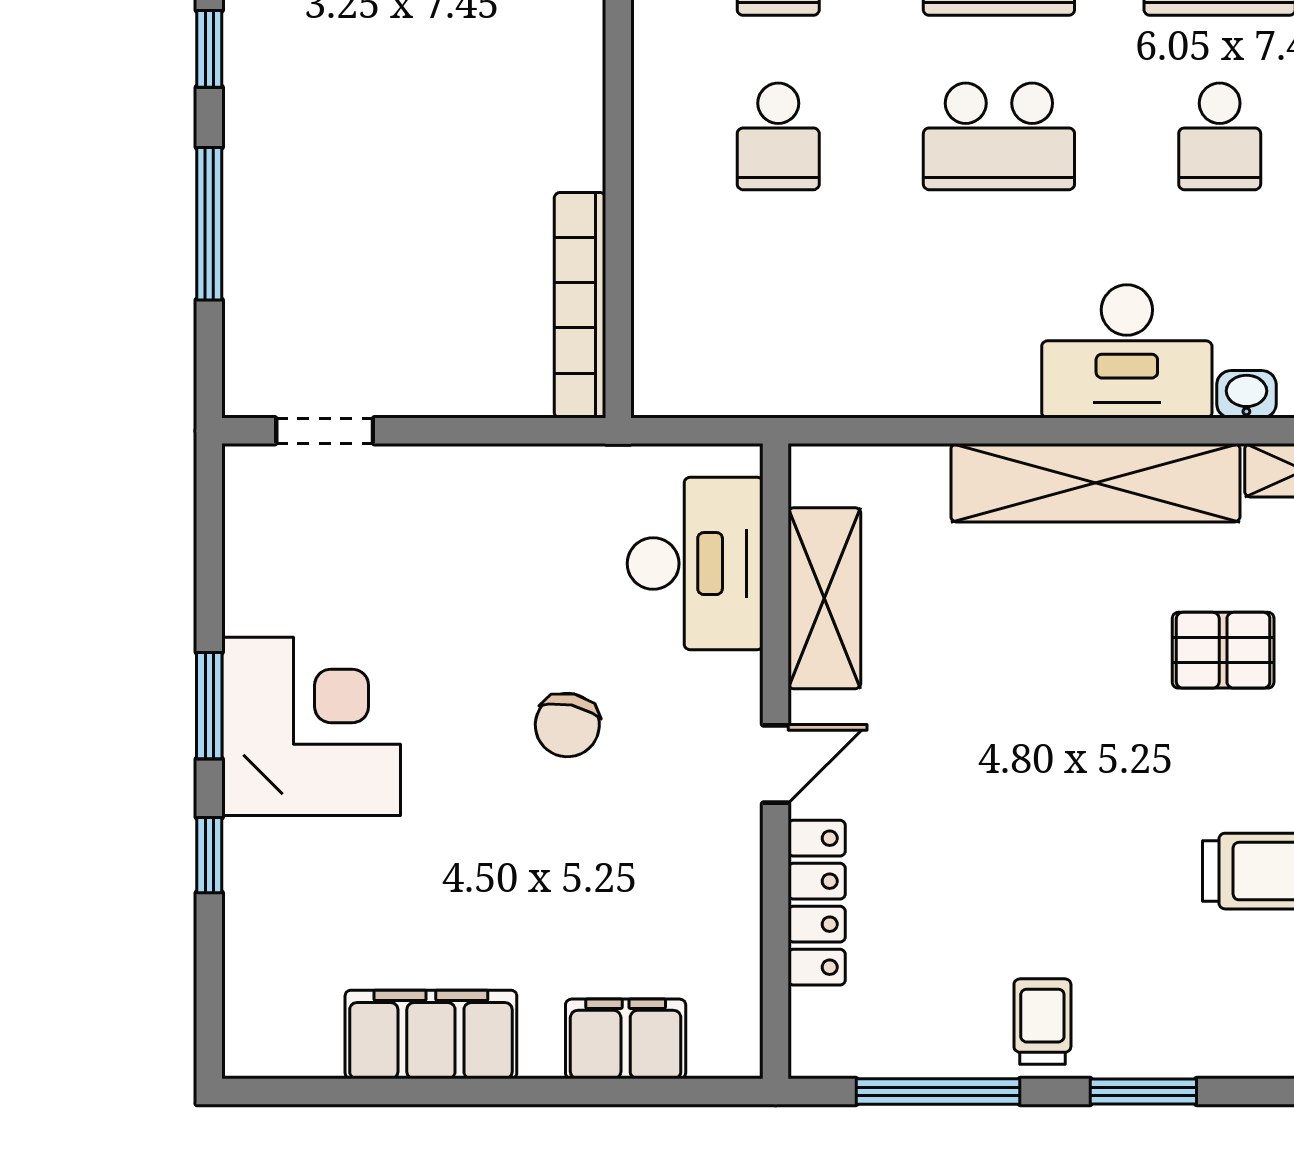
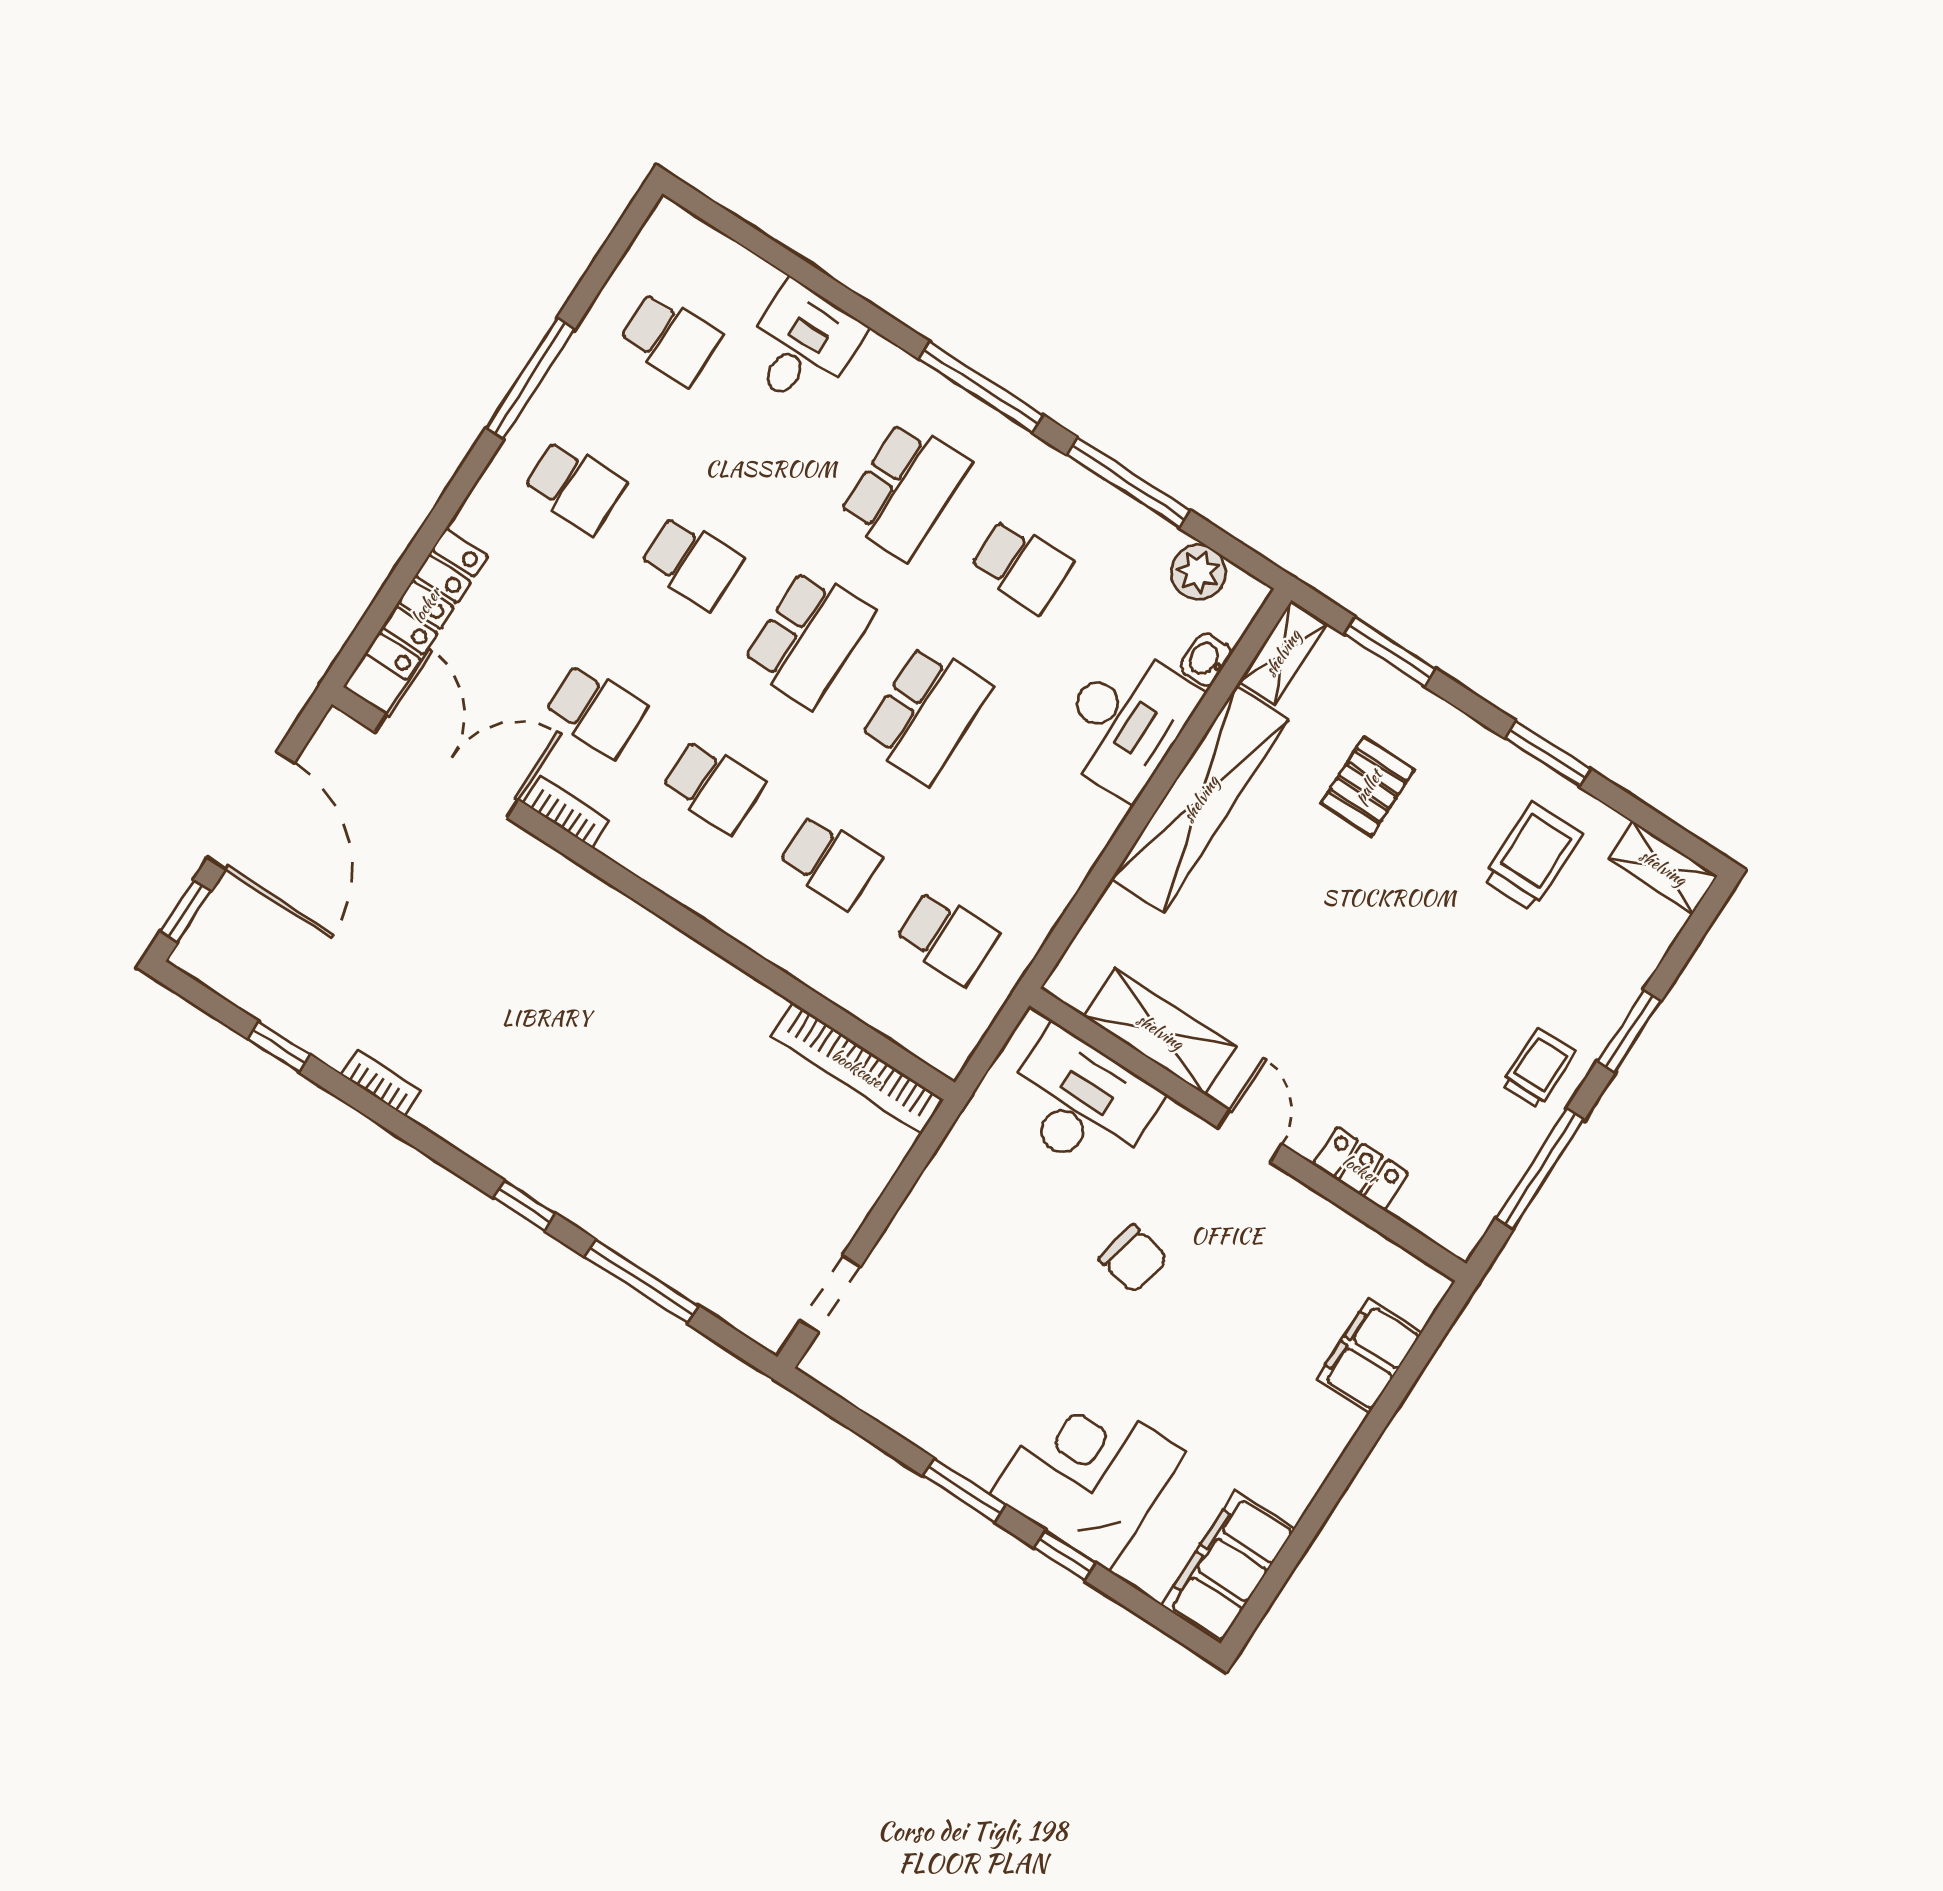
school desk: (778, 311) -> (947, 937), added
corner desk: (311, 726) -> (1088, 1473), moved
locker: (817, 903) -> (1361, 1169), width x0.66
trolley: (1042, 1022) -> (1538, 1069), turned 90
filing cabinet: (431, 1034) -> (1228, 1567), moved

